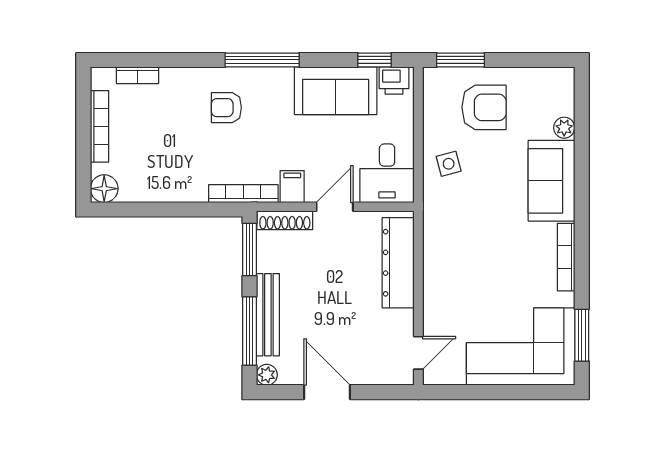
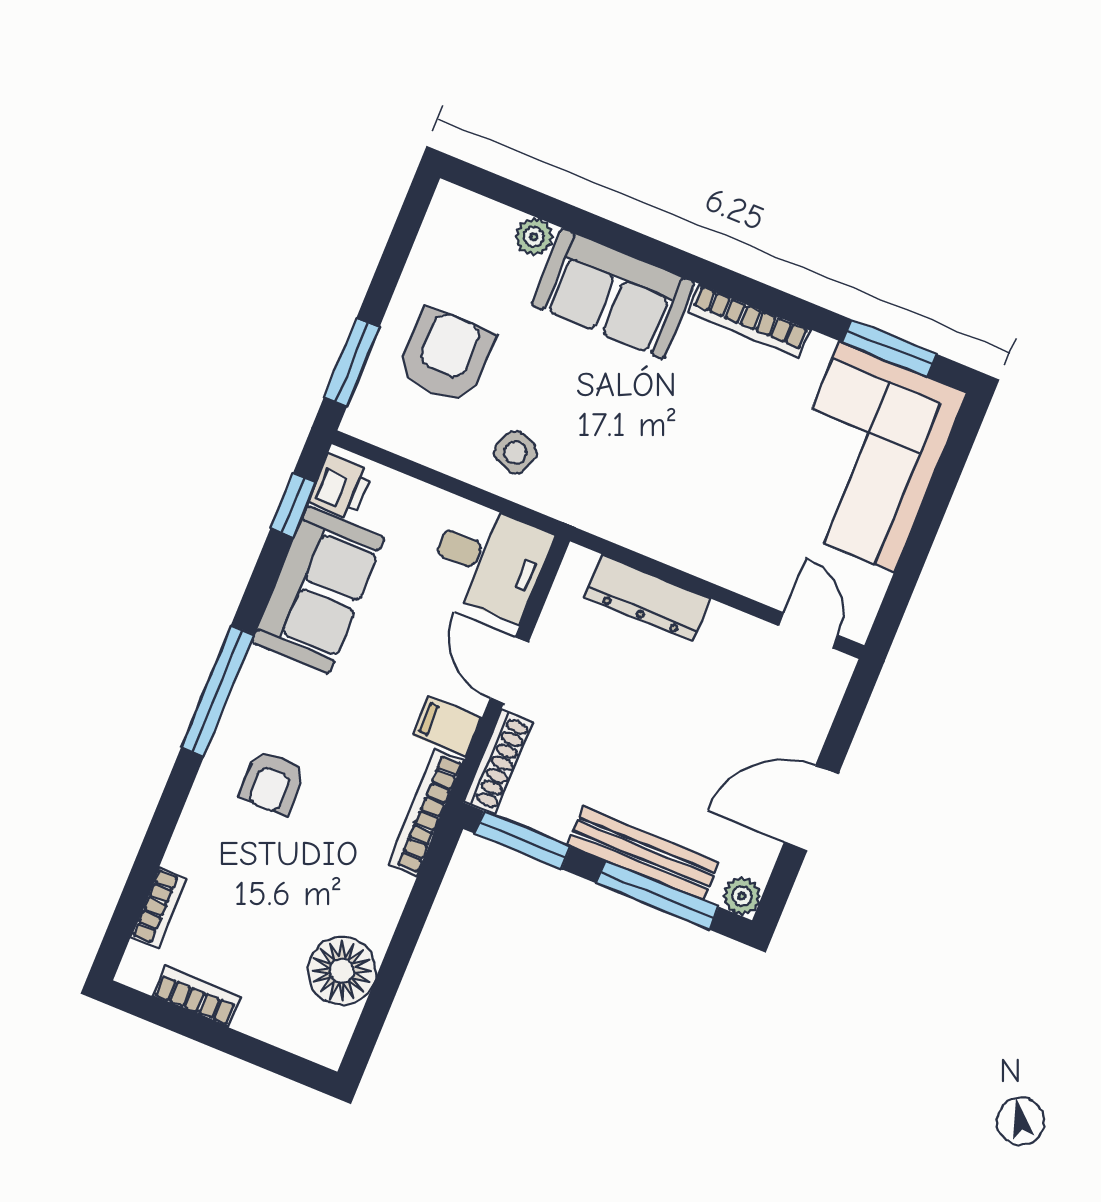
bookcase: (99, 126) -> (196, 996), width x0.64
side table: (449, 164) -> (515, 452), turned 37
floor lamp: (104, 189) -> (342, 971), moved, width x1.38, depth x1.38
dresser: (398, 263) -> (647, 598), width x0.73, depth x0.80

